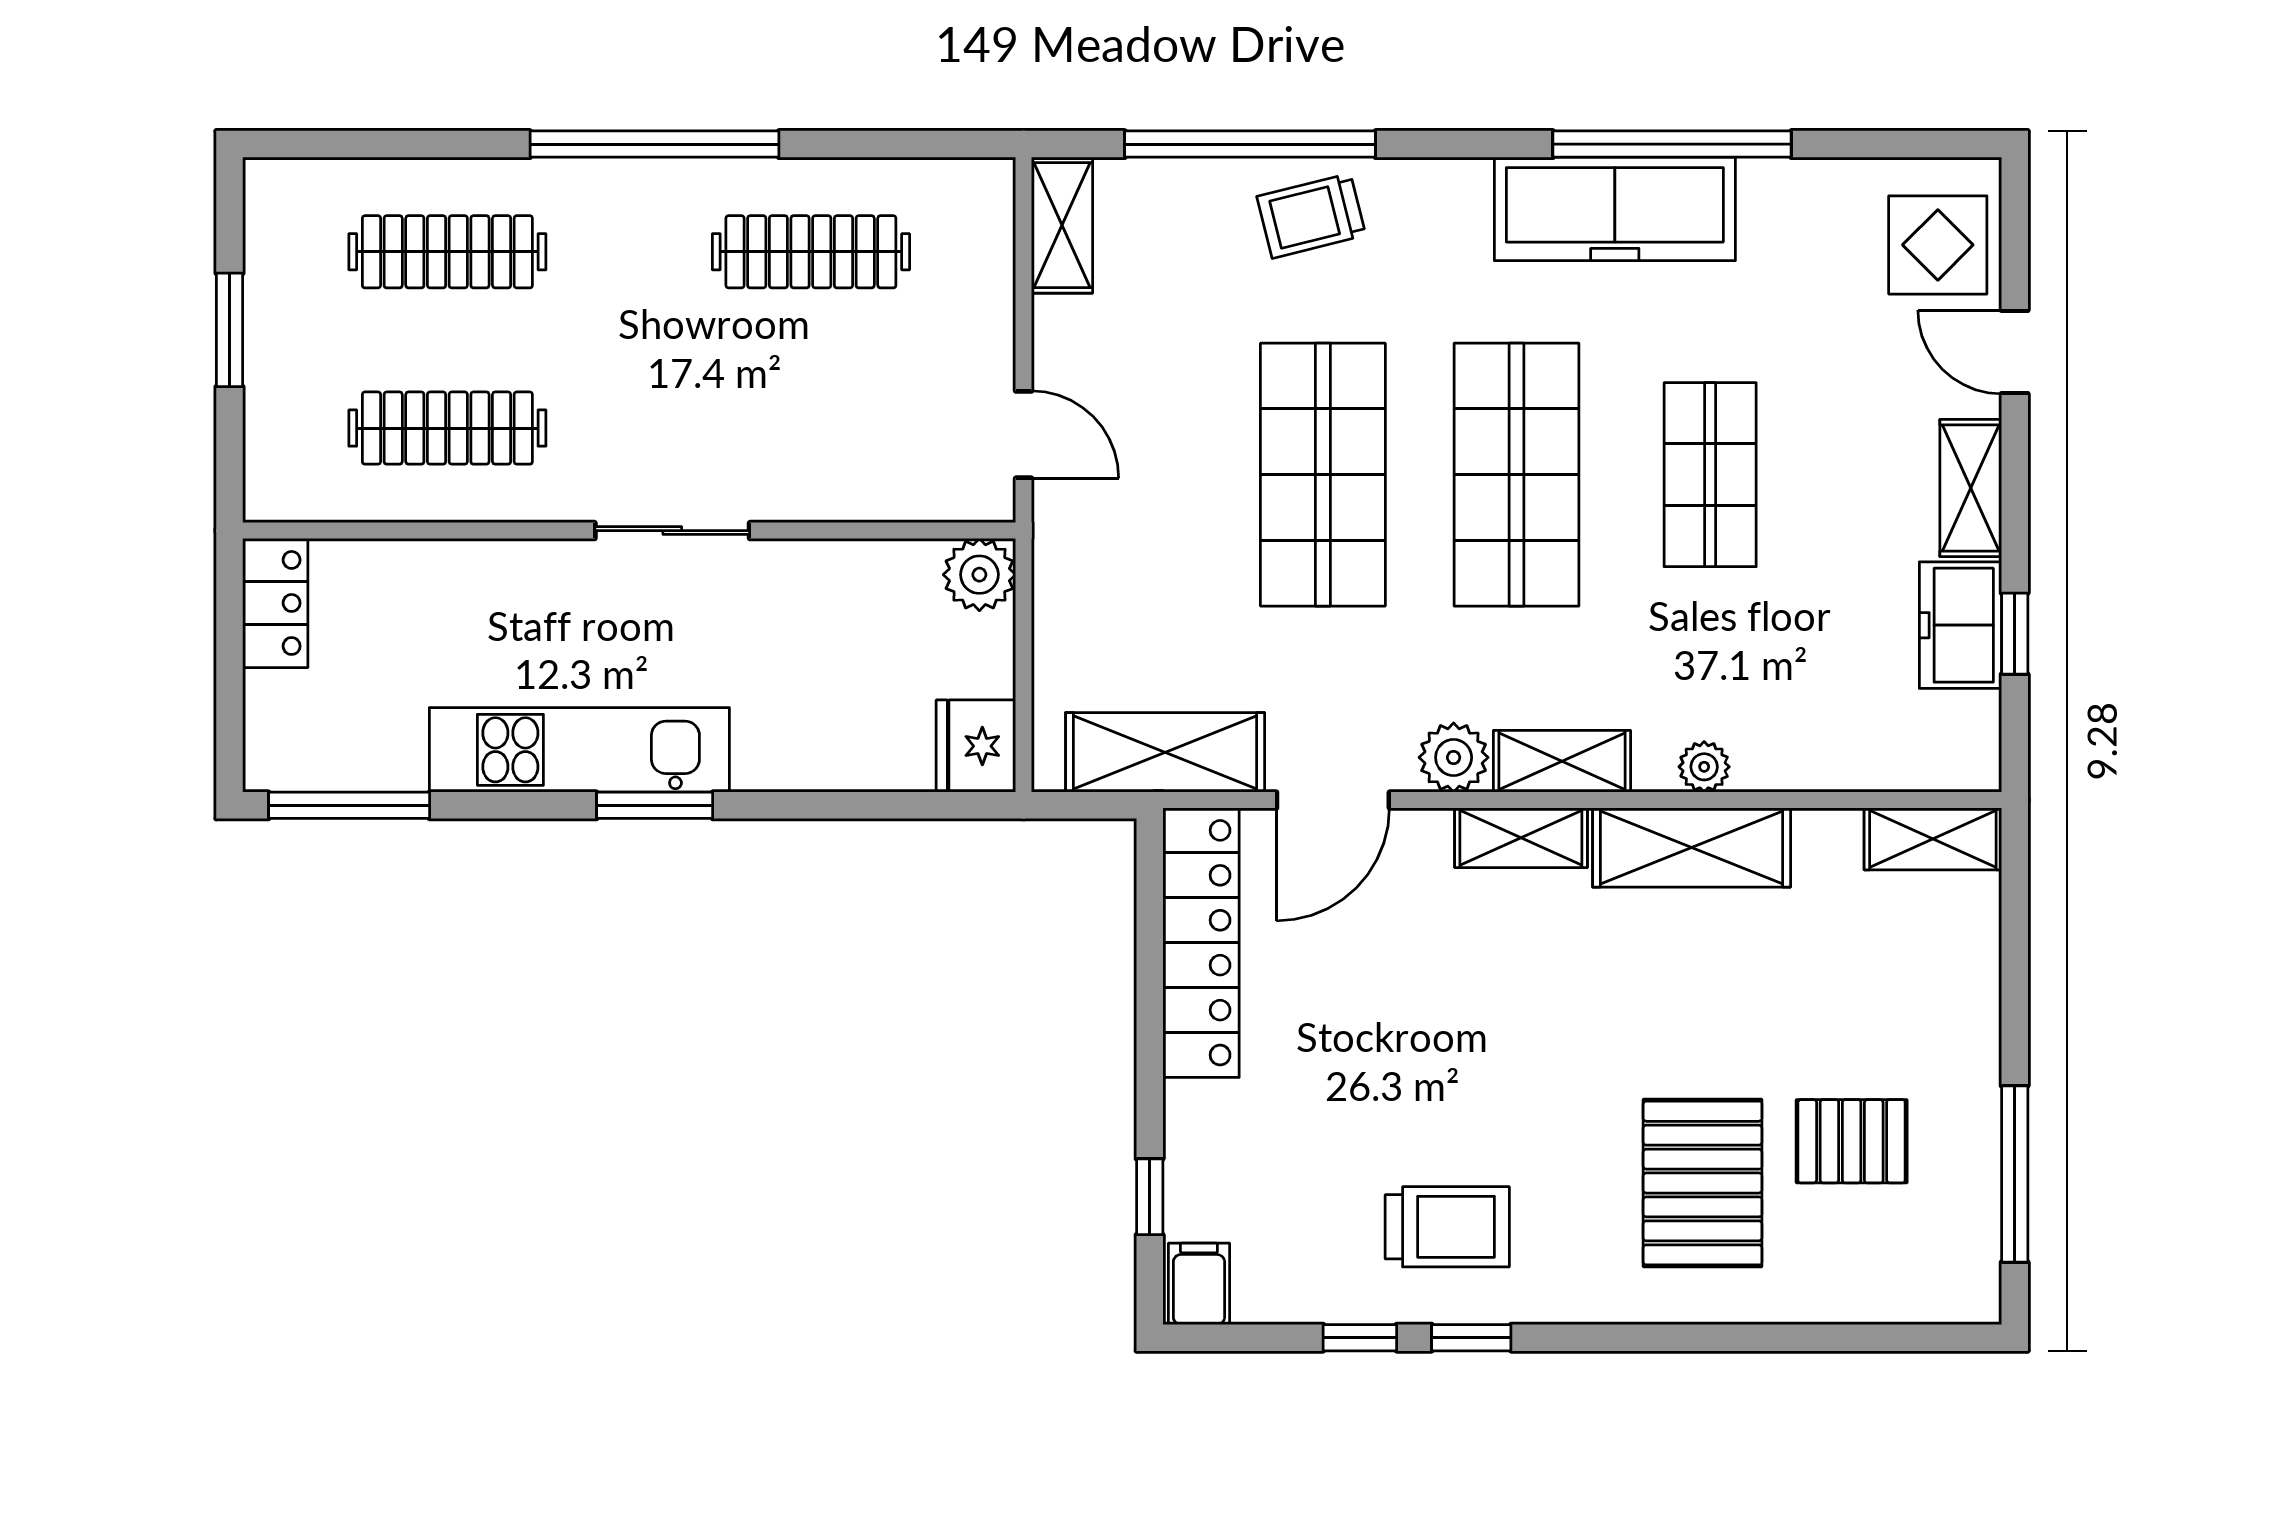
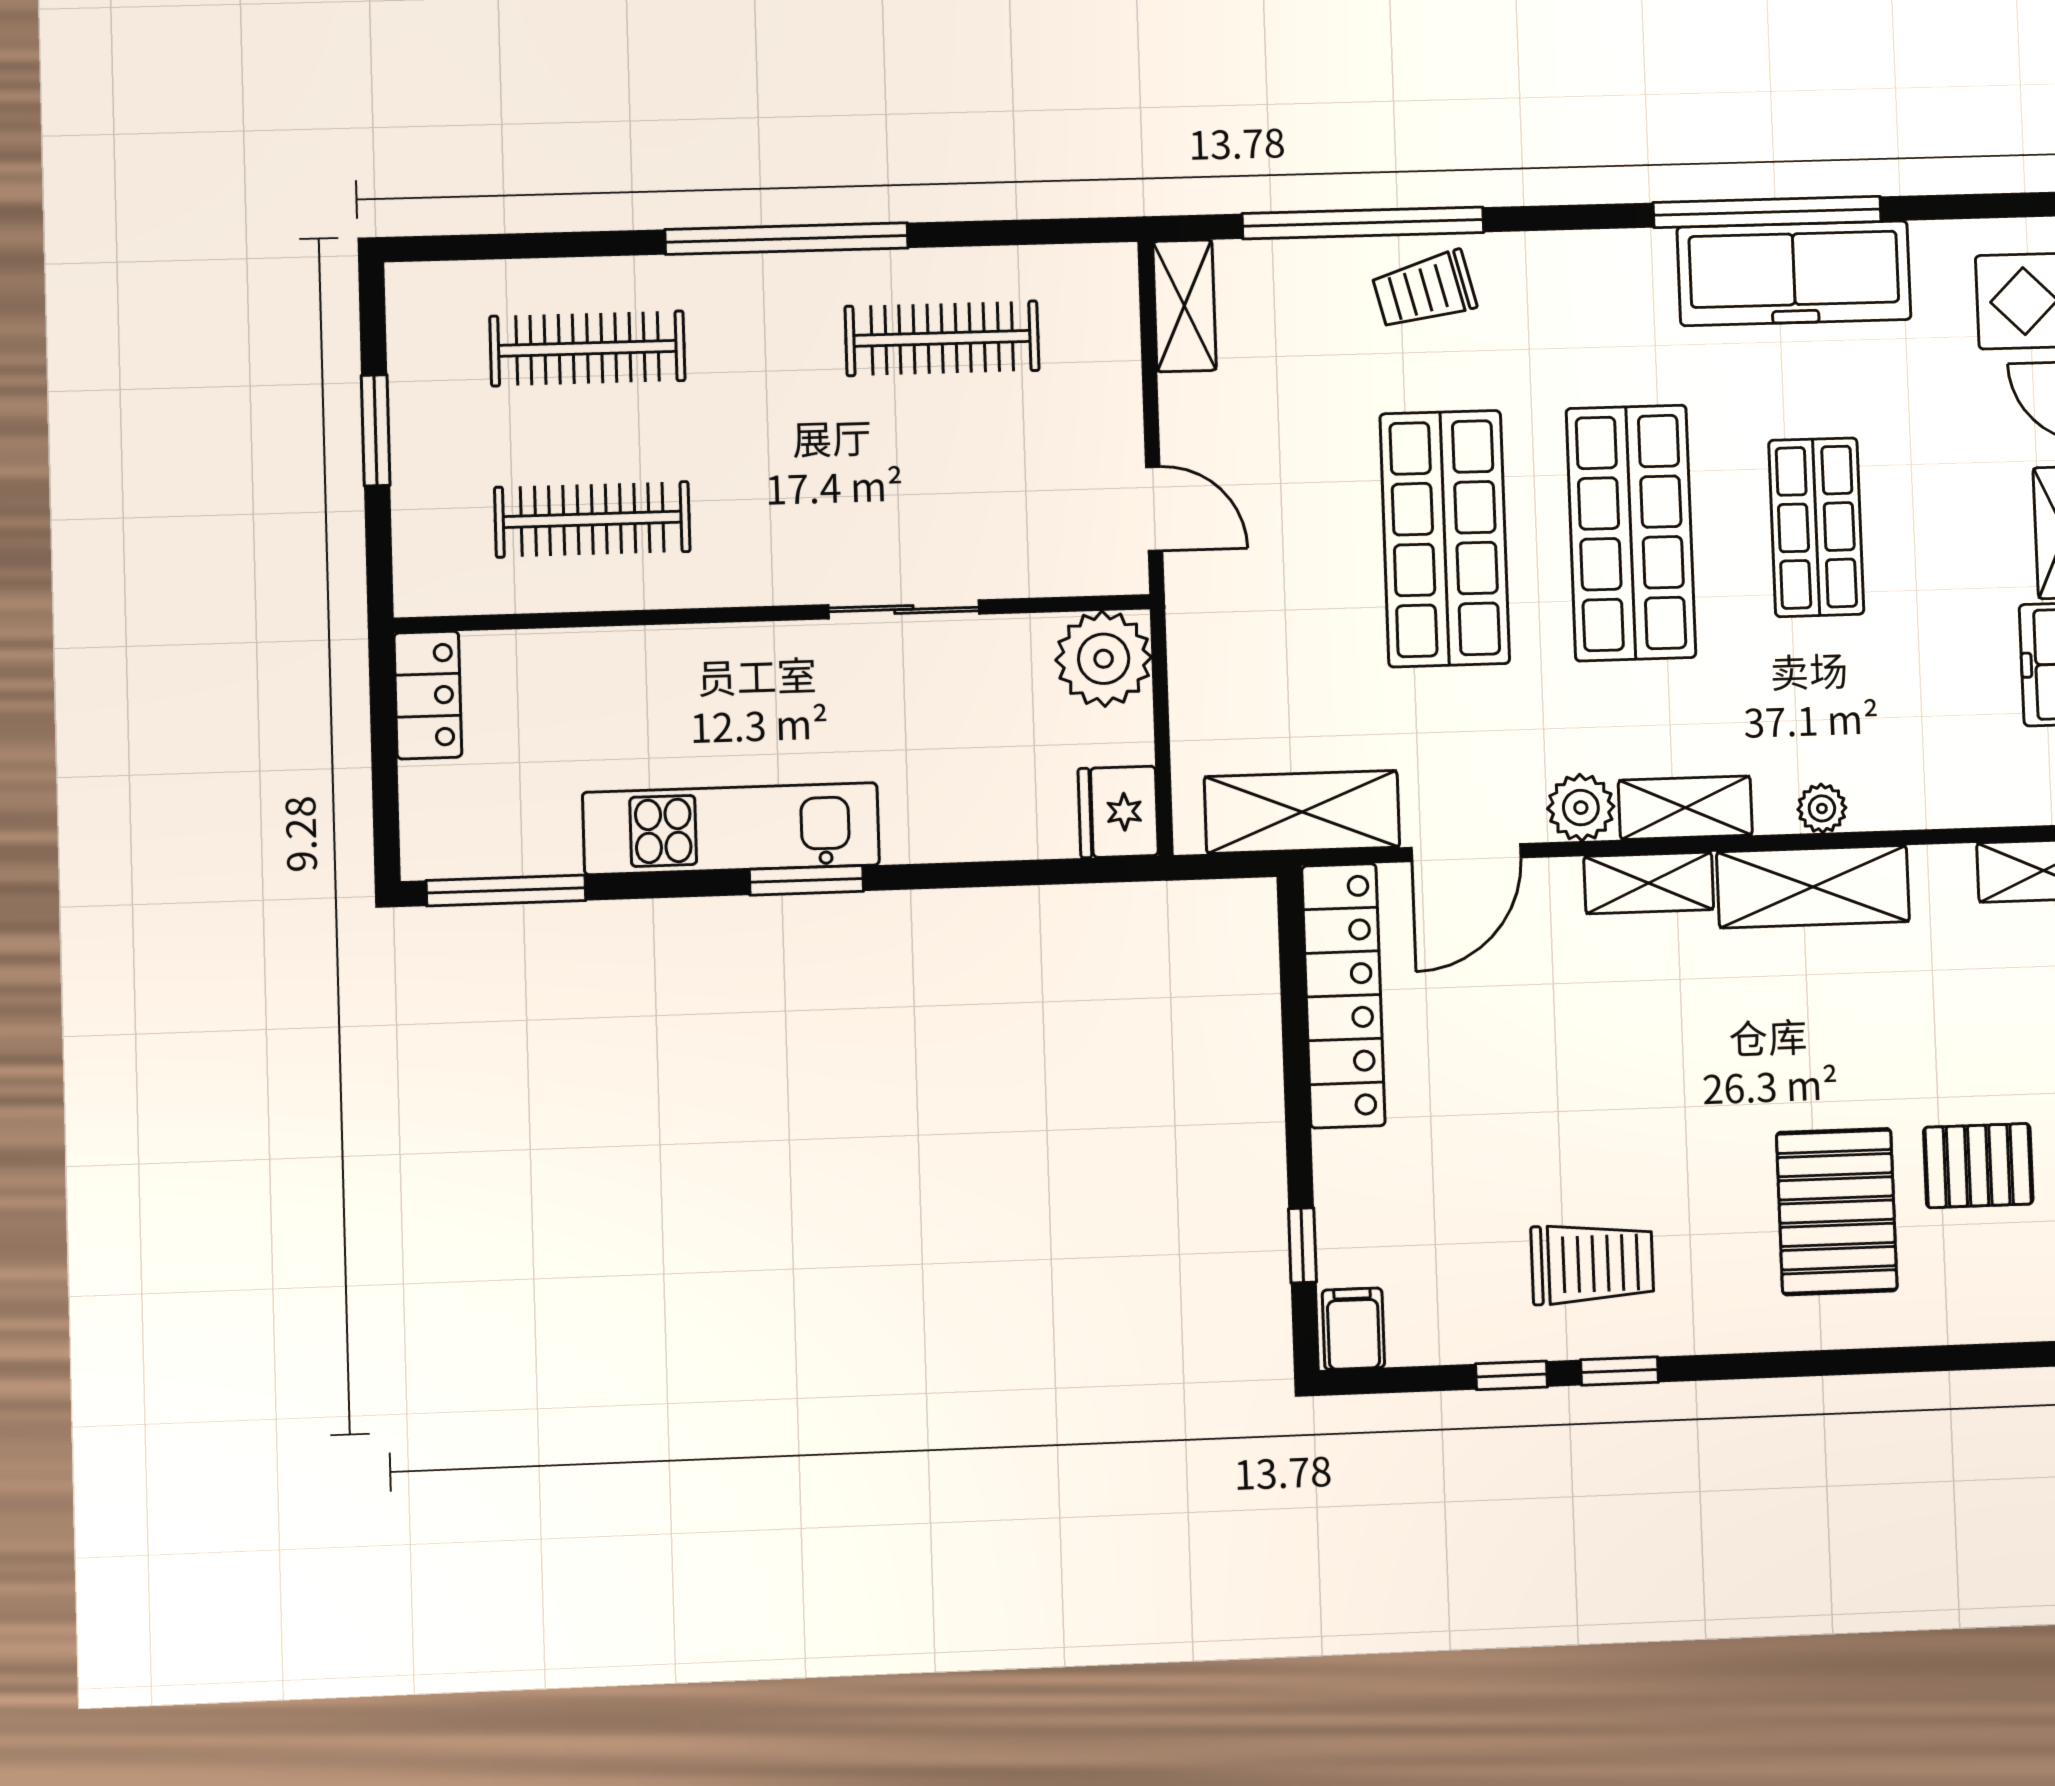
freezer: (1615, 209) -> (1794, 273), moved
sliding door: (672, 531) -> (904, 609), moved
plant: (979, 575) -> (1104, 659), width x1.36, depth x1.36

